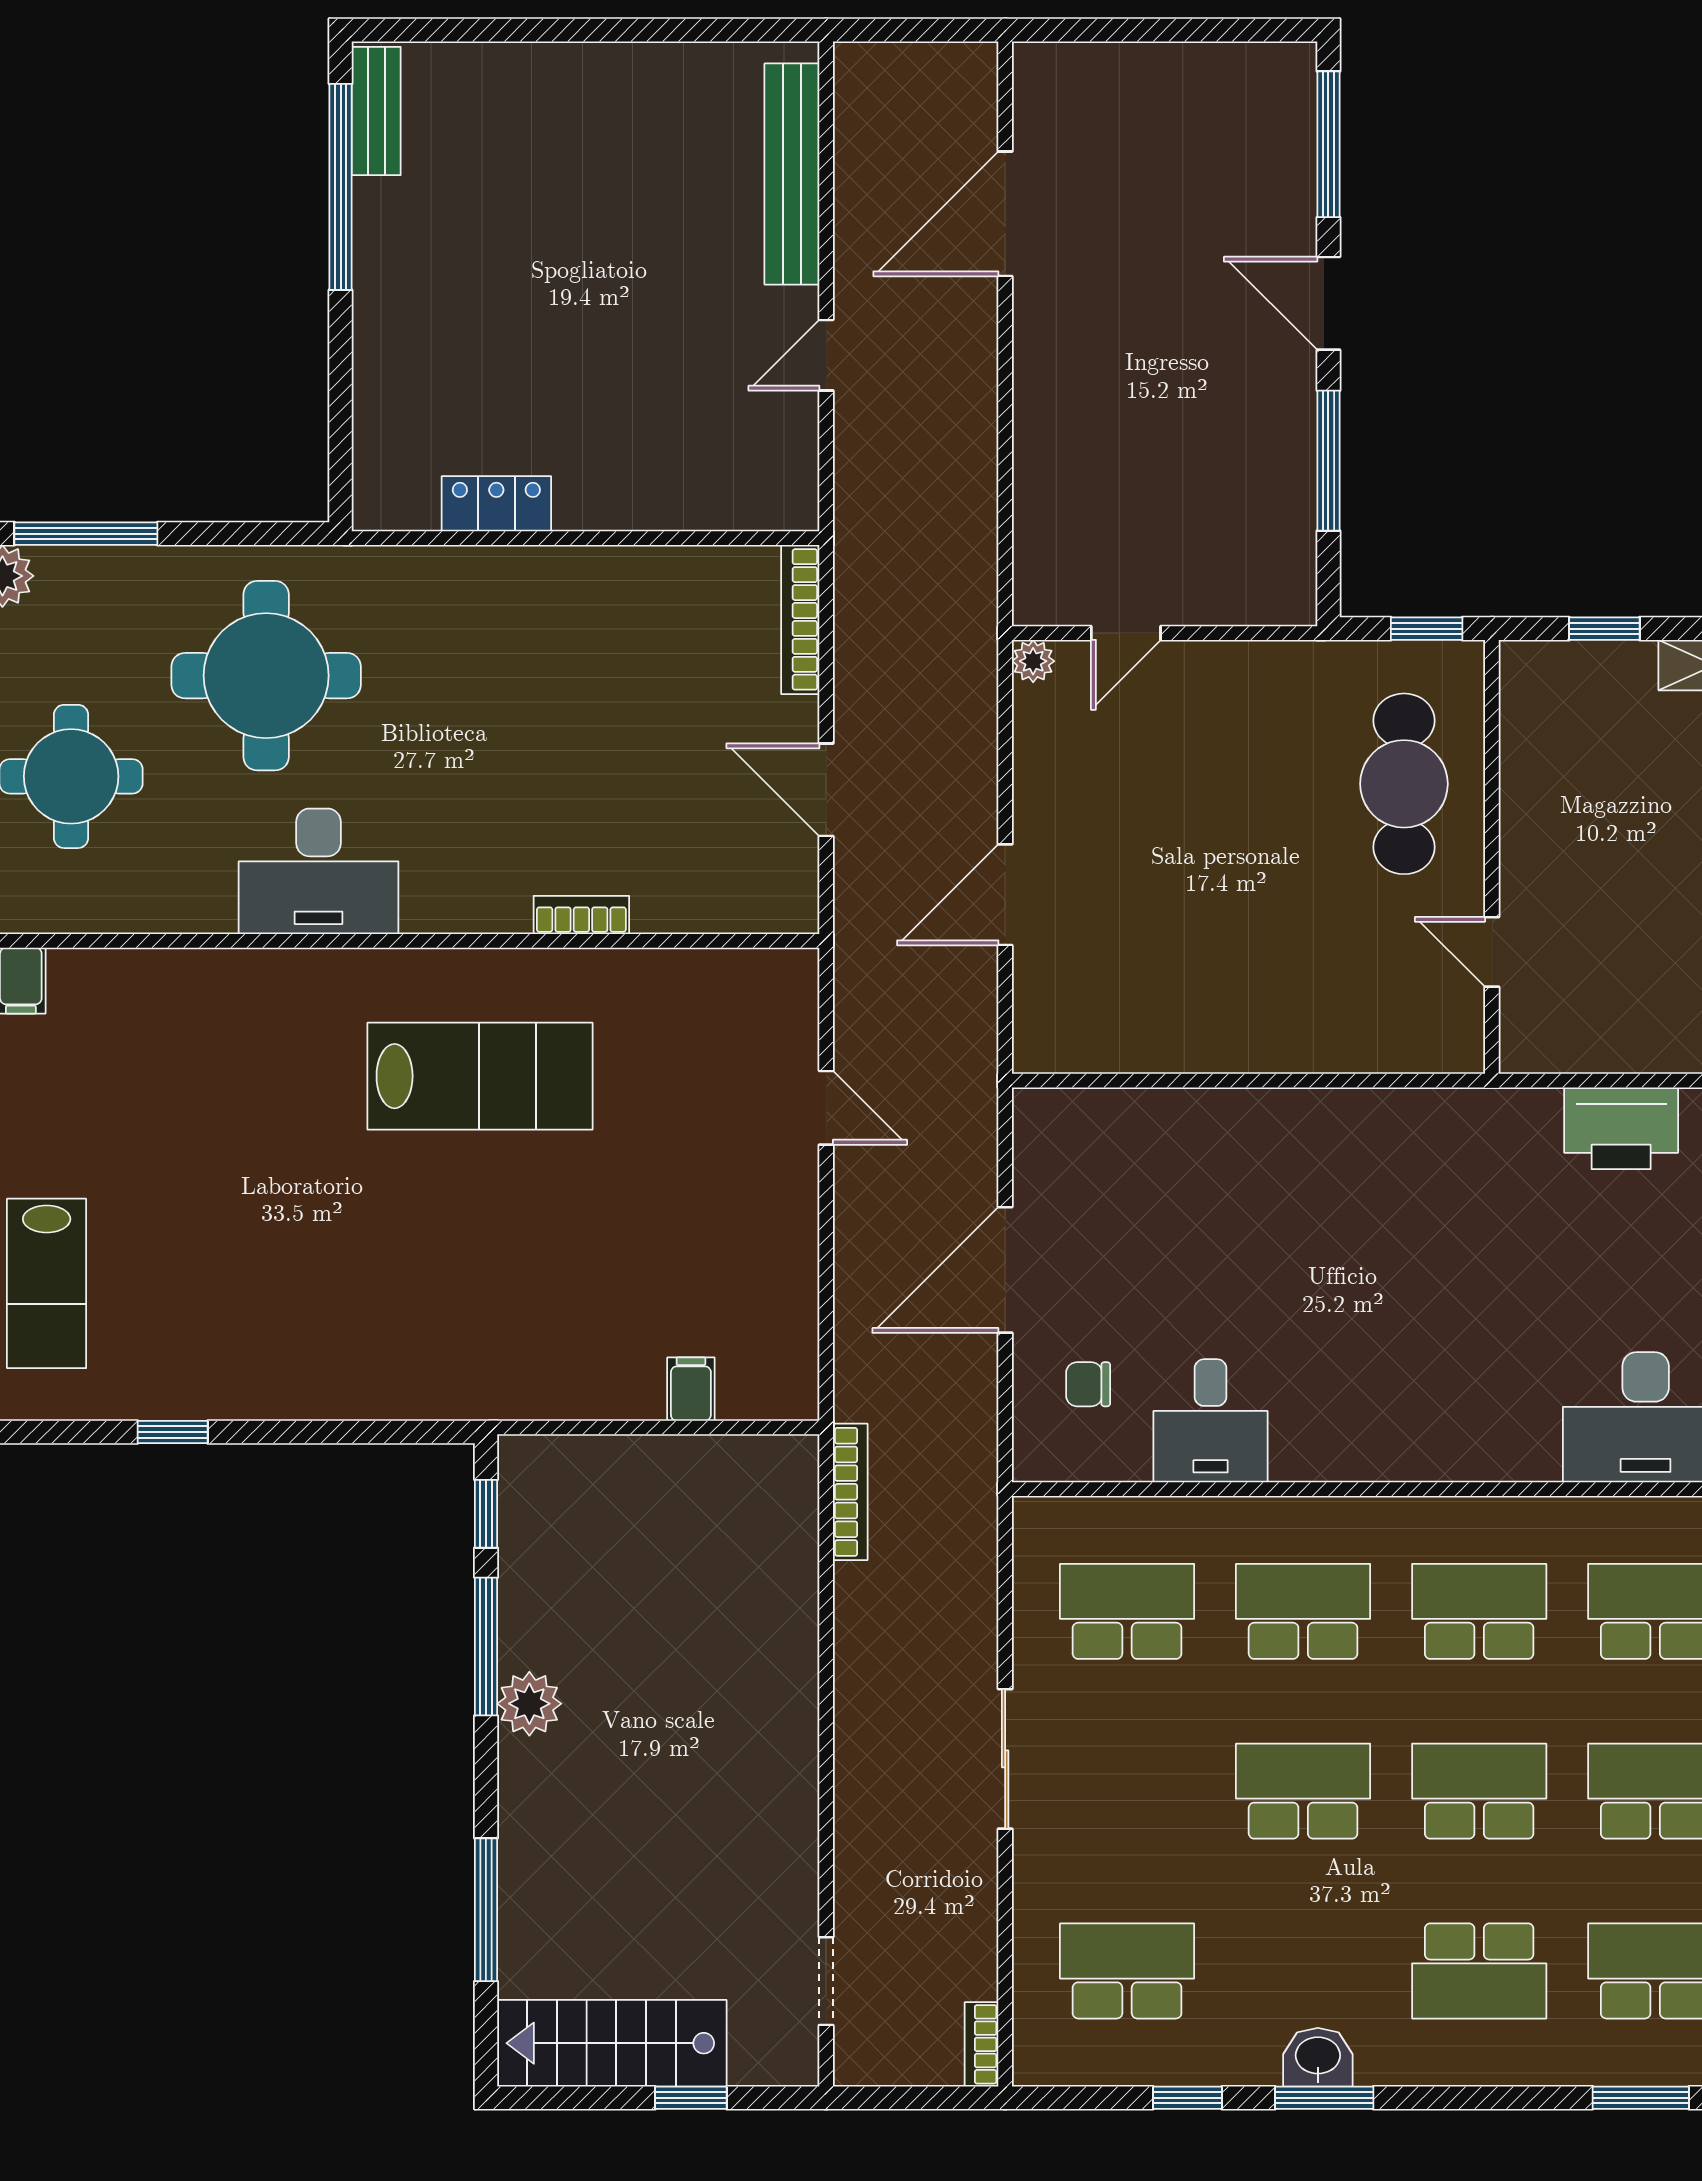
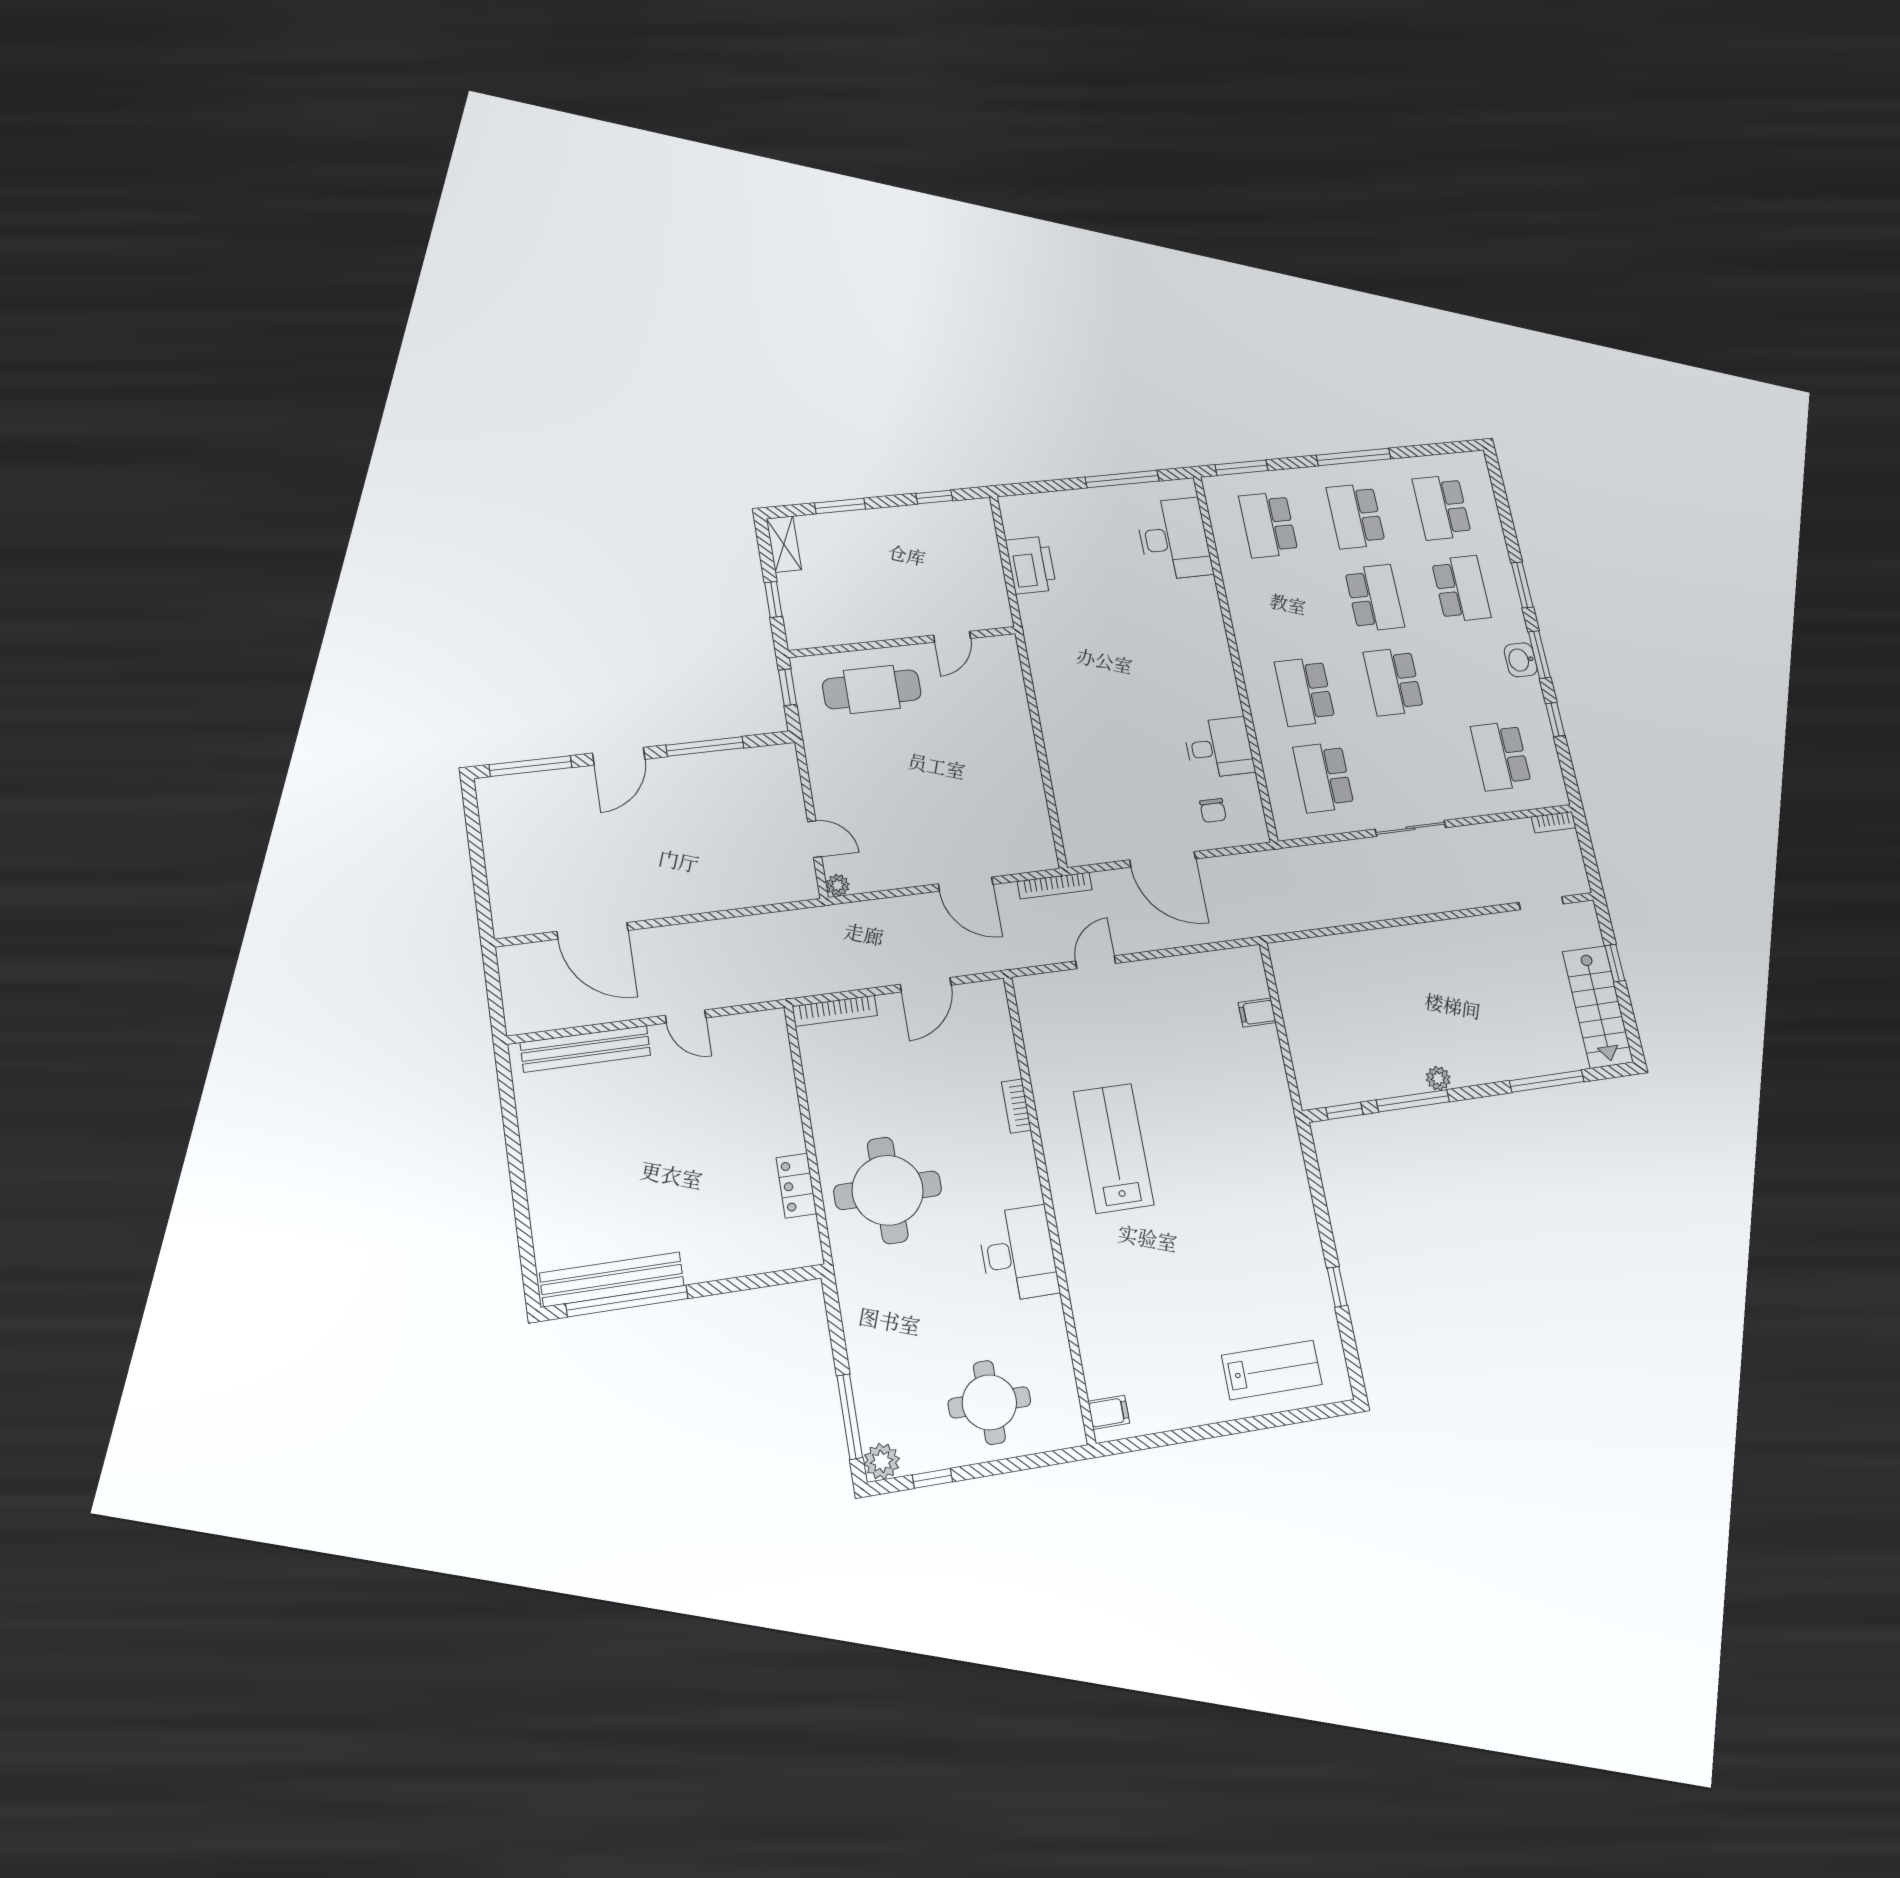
bench: (376, 111) -> (612, 1279), width x1.86, depth x1.21
round table: (266, 676) -> (888, 1190), moved
bookcase: (850, 1492) -> (1055, 886), moved, turned 180
school desk: (1479, 1611) -> (1286, 607), removed
plant: (529, 1704) -> (1438, 1078), width x0.73, depth x0.73
school desk: (1479, 1791) -> (1374, 598), turned 180
window: (1641, 2098) -> (1522, 585), moved

